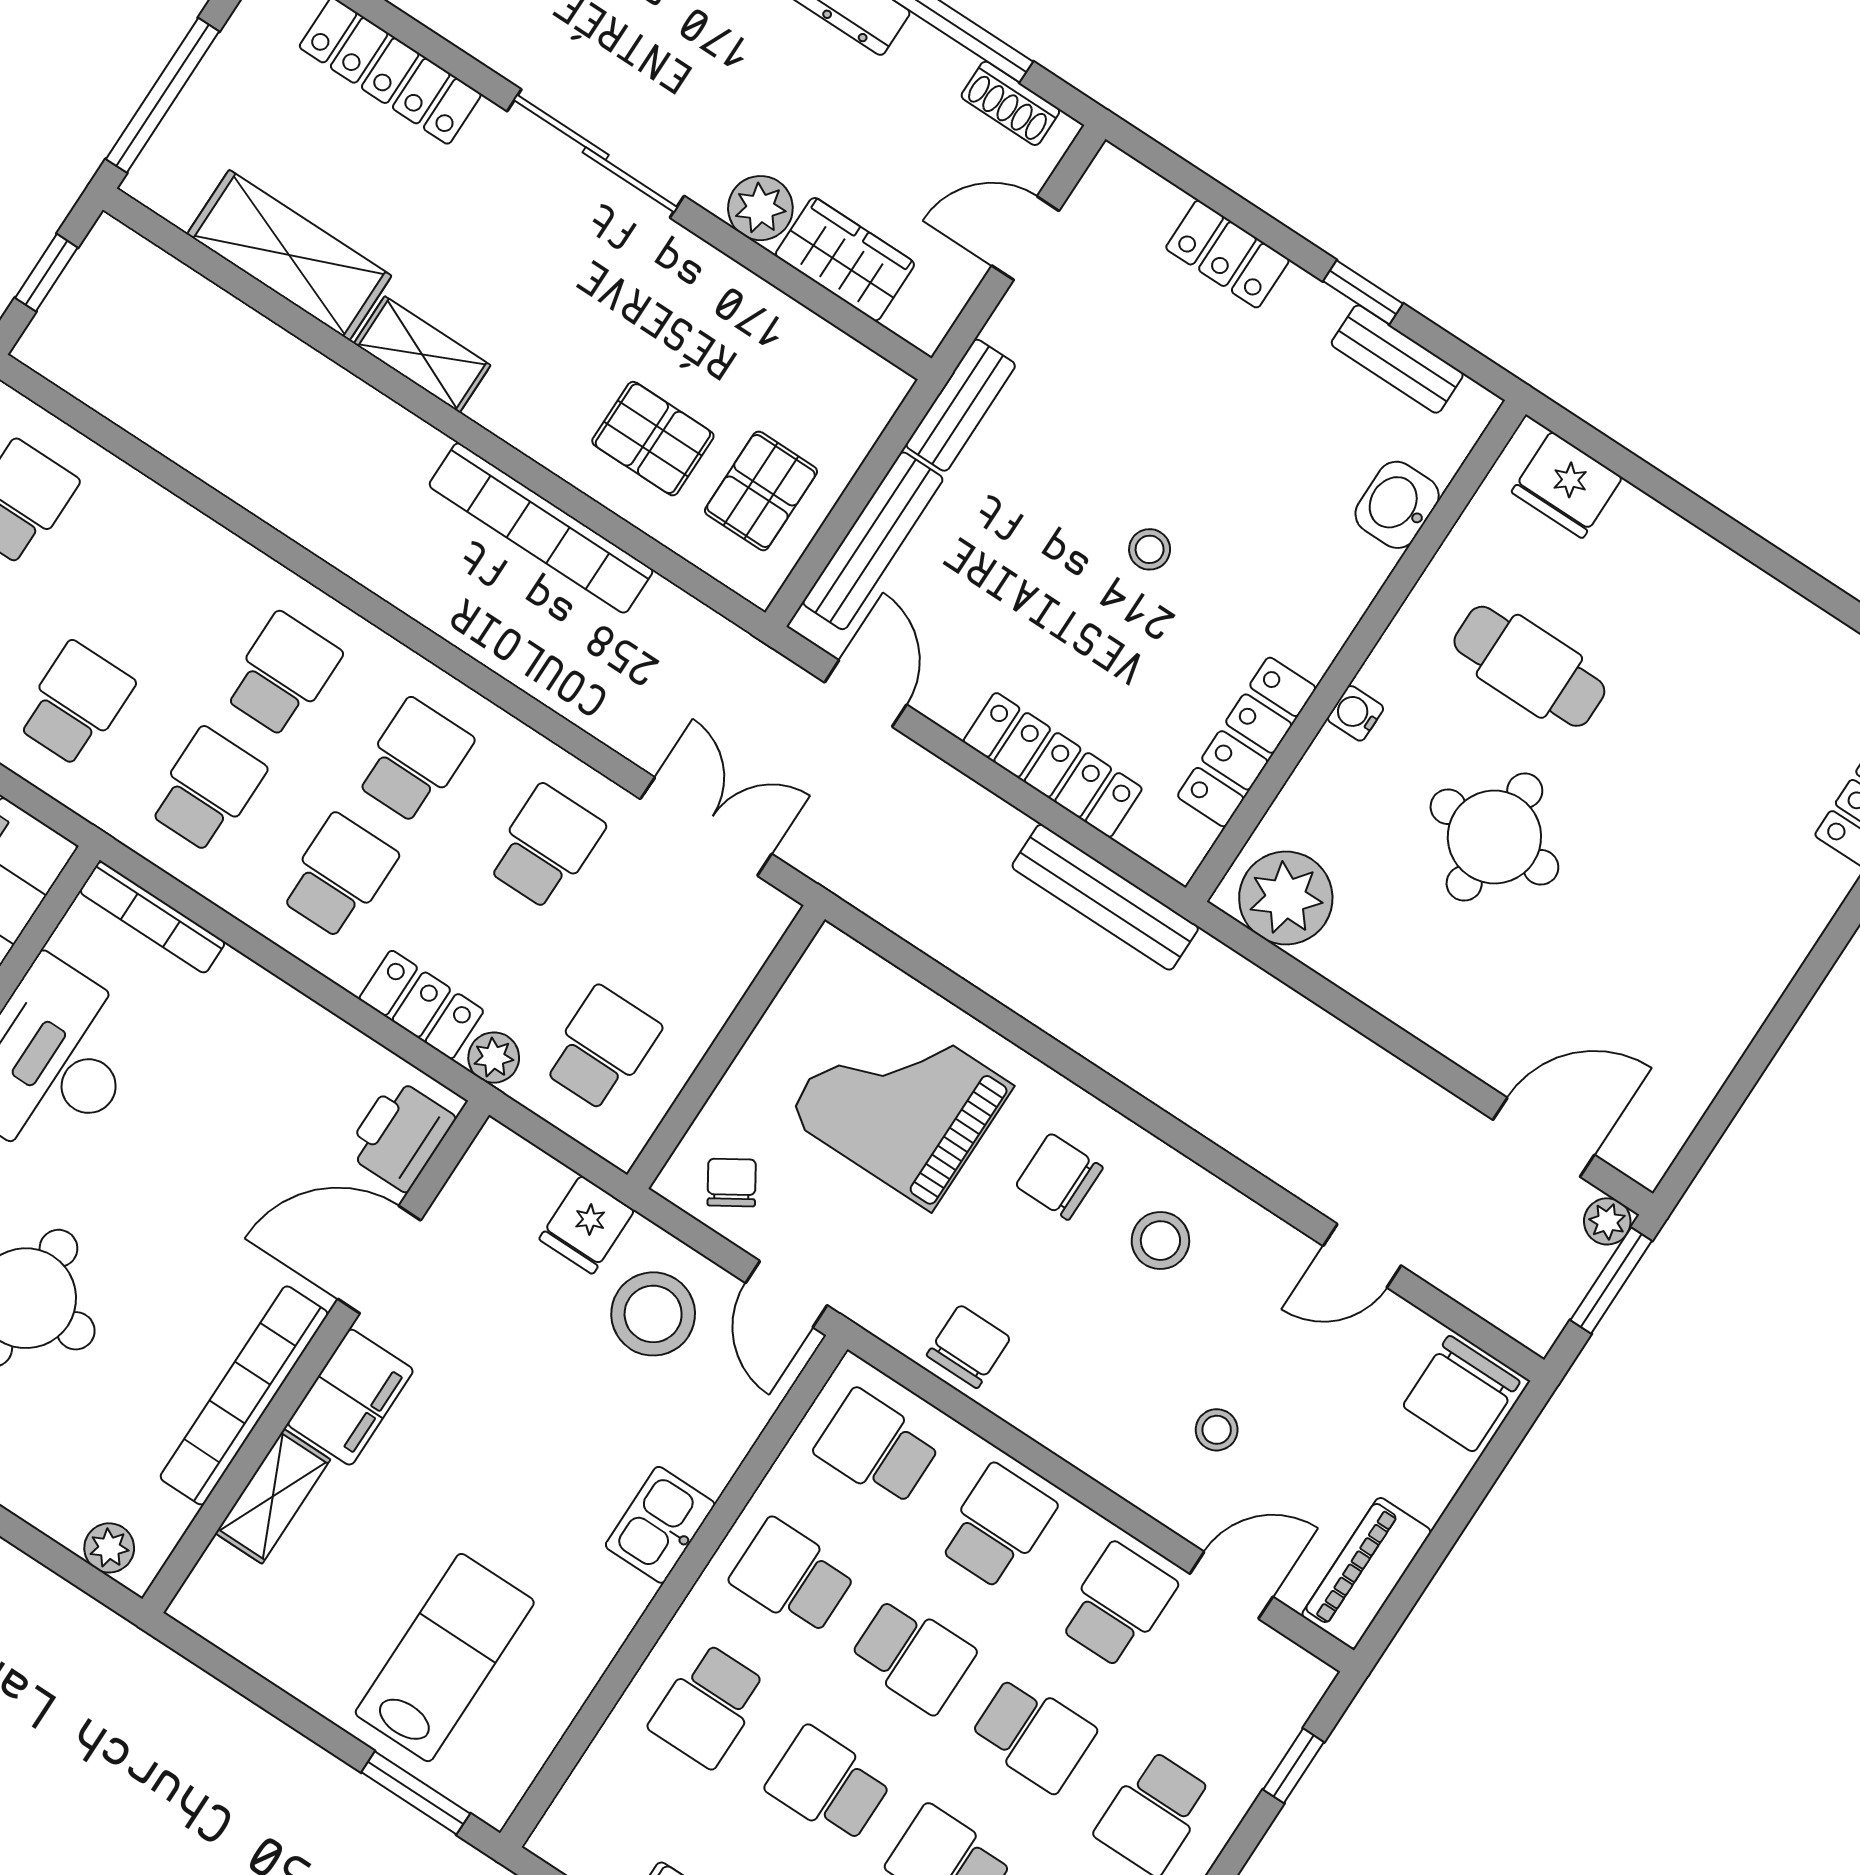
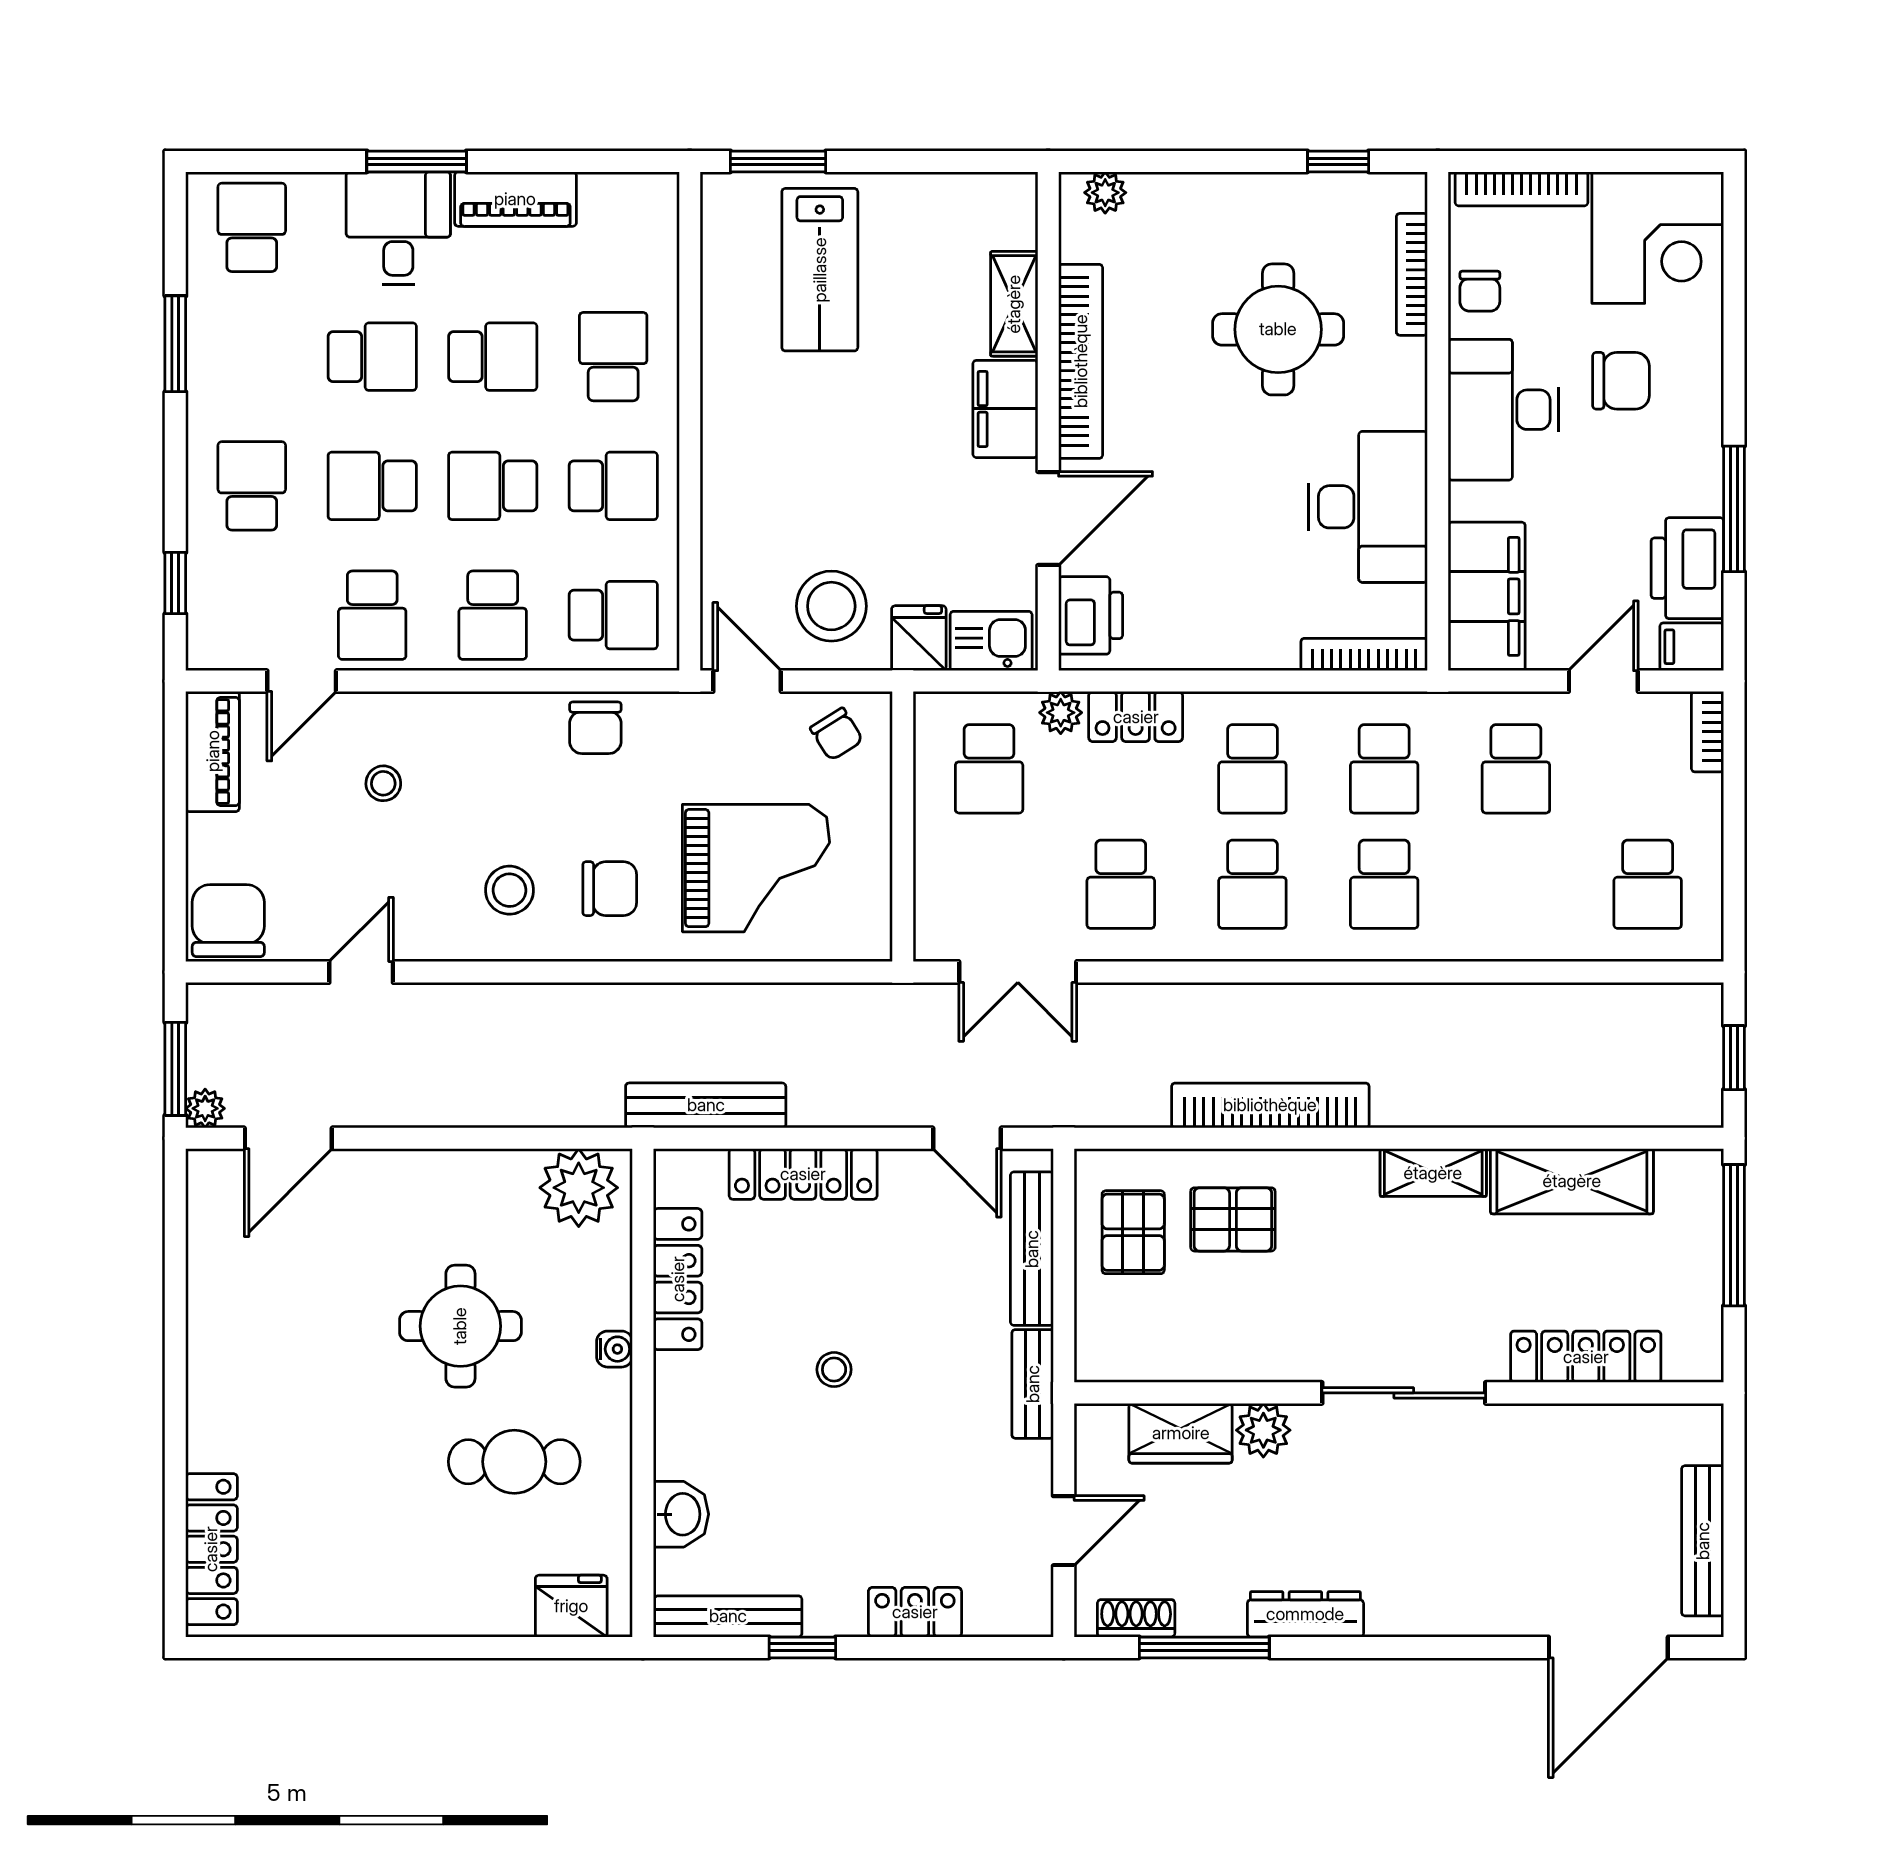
bench: (1397, 359) -> (728, 1616), width x1.36
kitchen sink: (660, 1525) -> (991, 641), moved, turned -90

